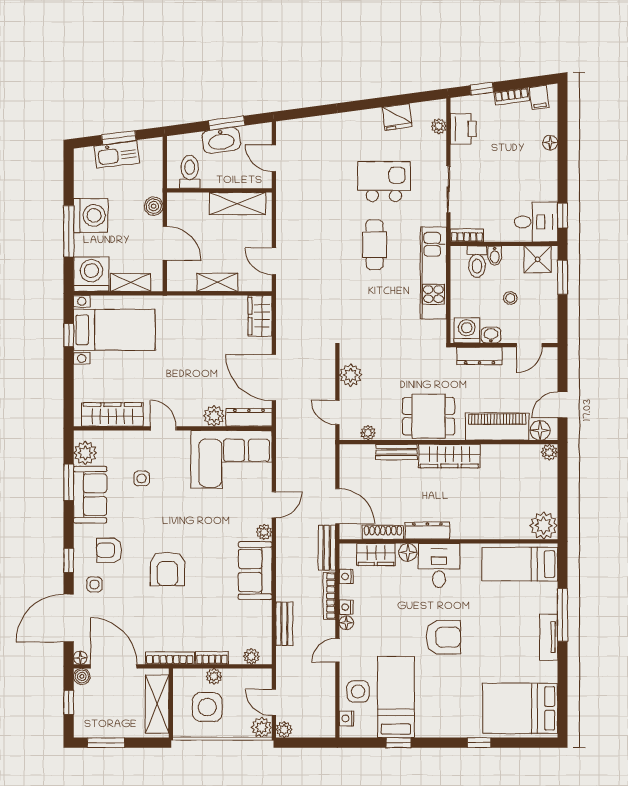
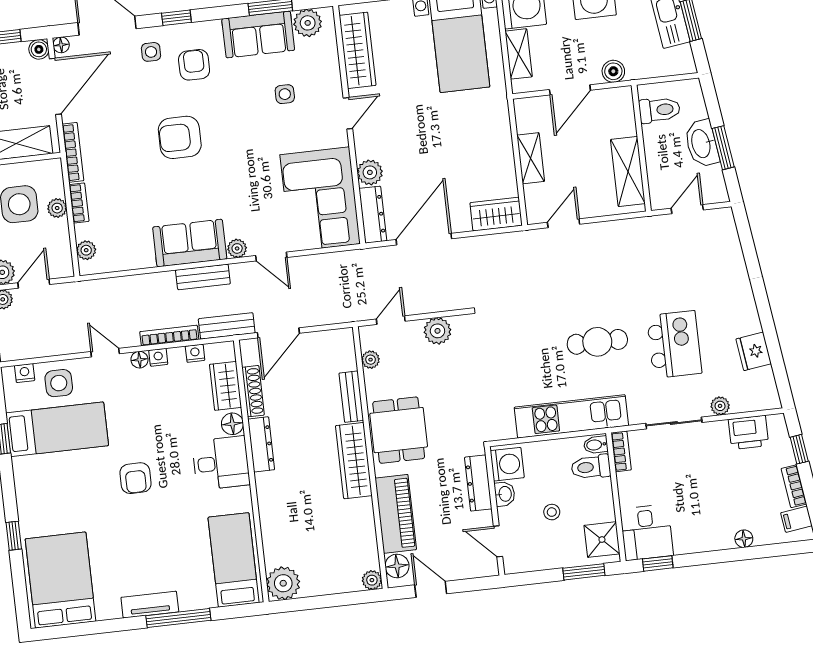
plant: (439, 126) -> (720, 406), moved
bidet: (495, 256) -> (596, 445), moved
bench: (284, 624) -> (203, 277), moved
armchair: (443, 637) -> (136, 478), width x0.72, depth x0.72

